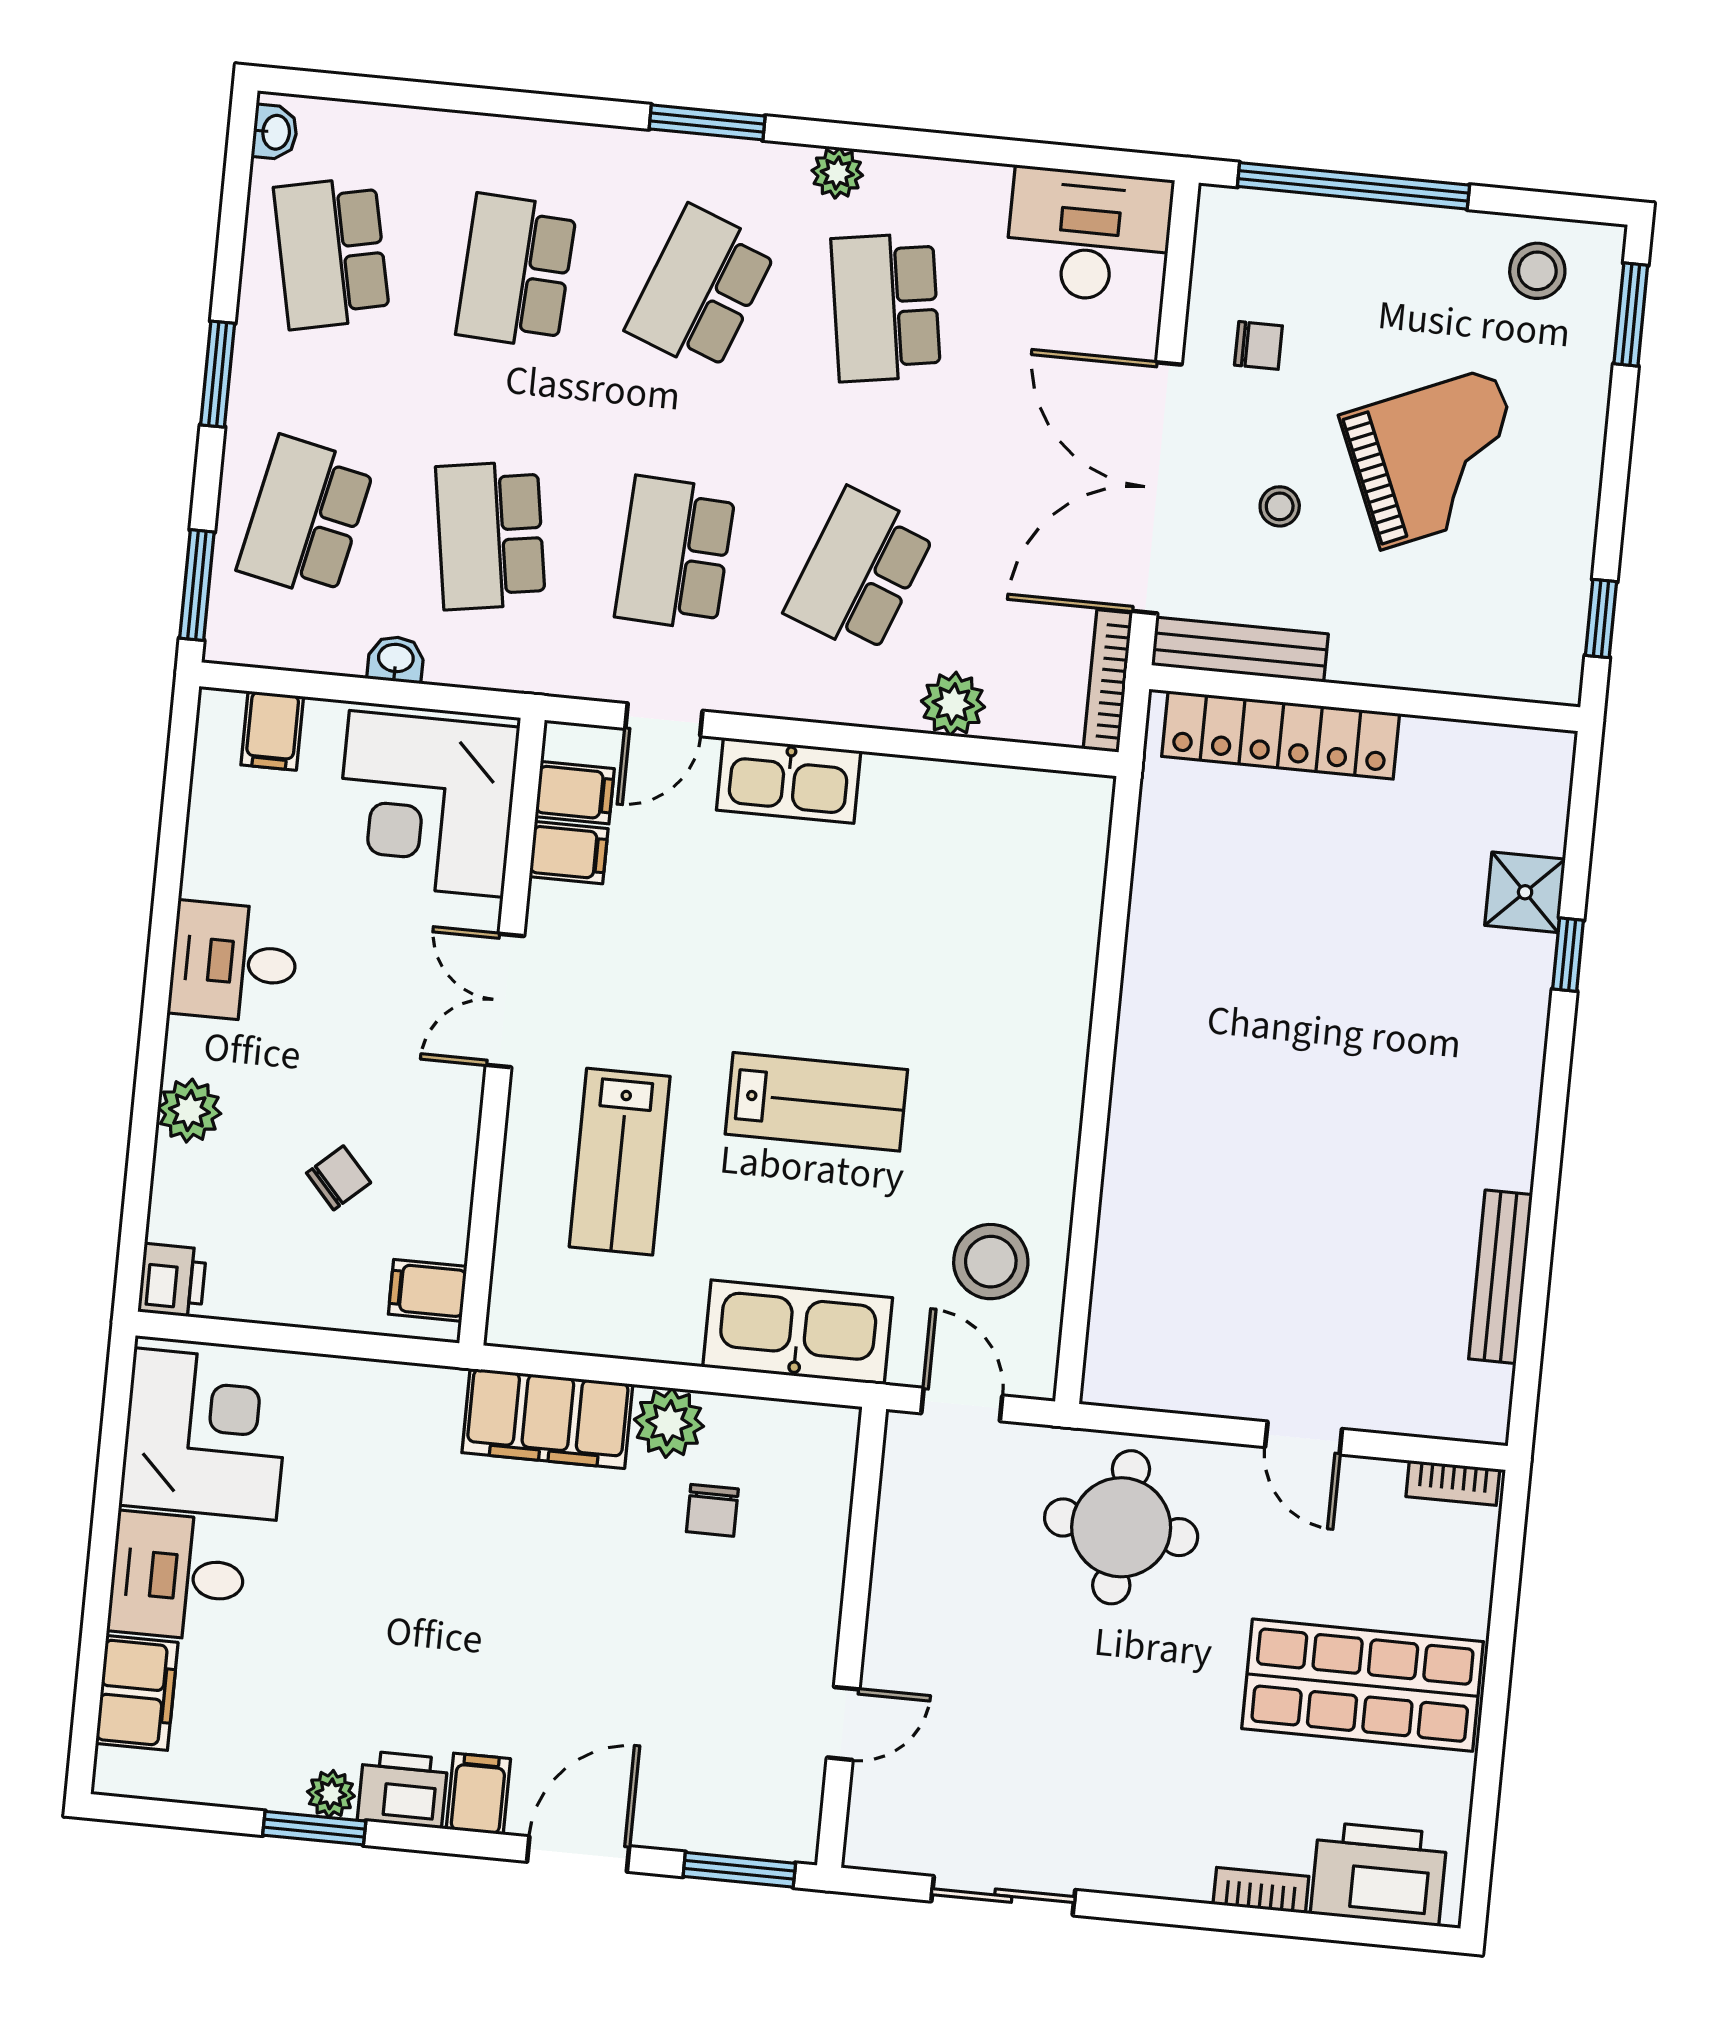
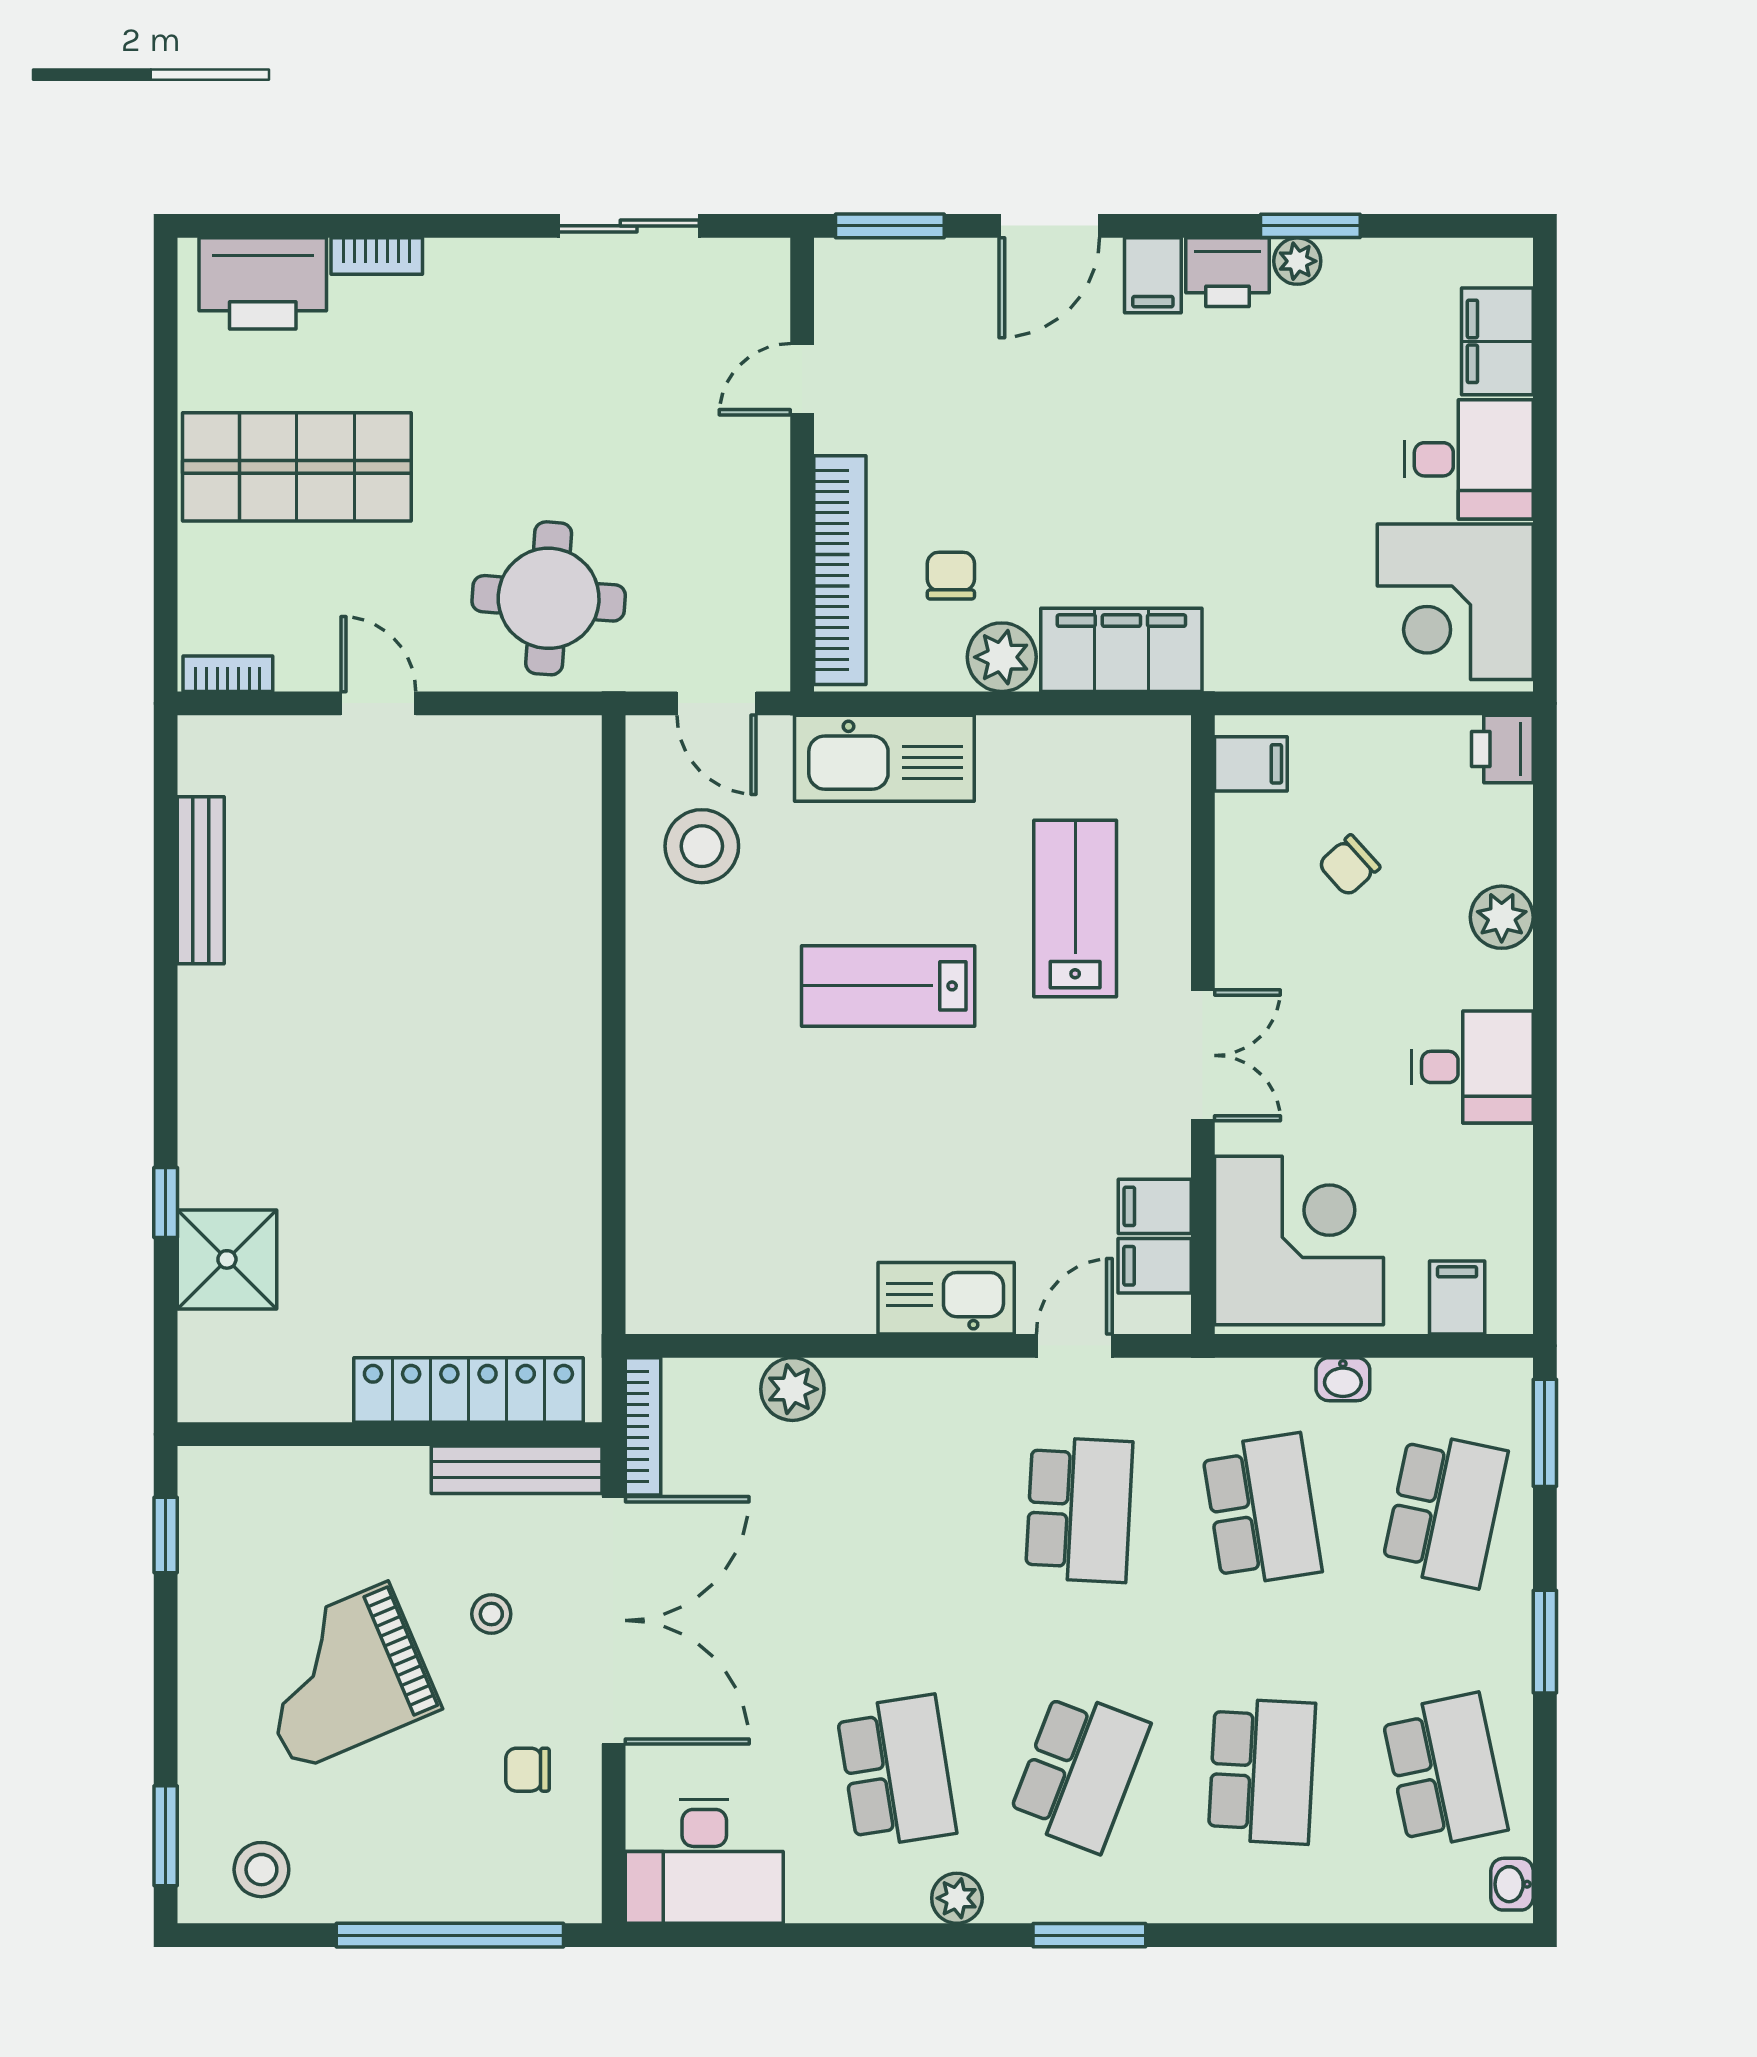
school desk: (860, 572) -> (896, 1510), removed
shower: (1525, 892) -> (227, 1259), width x1.36, depth x1.36
bookcase: (824, 1527) -> (840, 570), added

